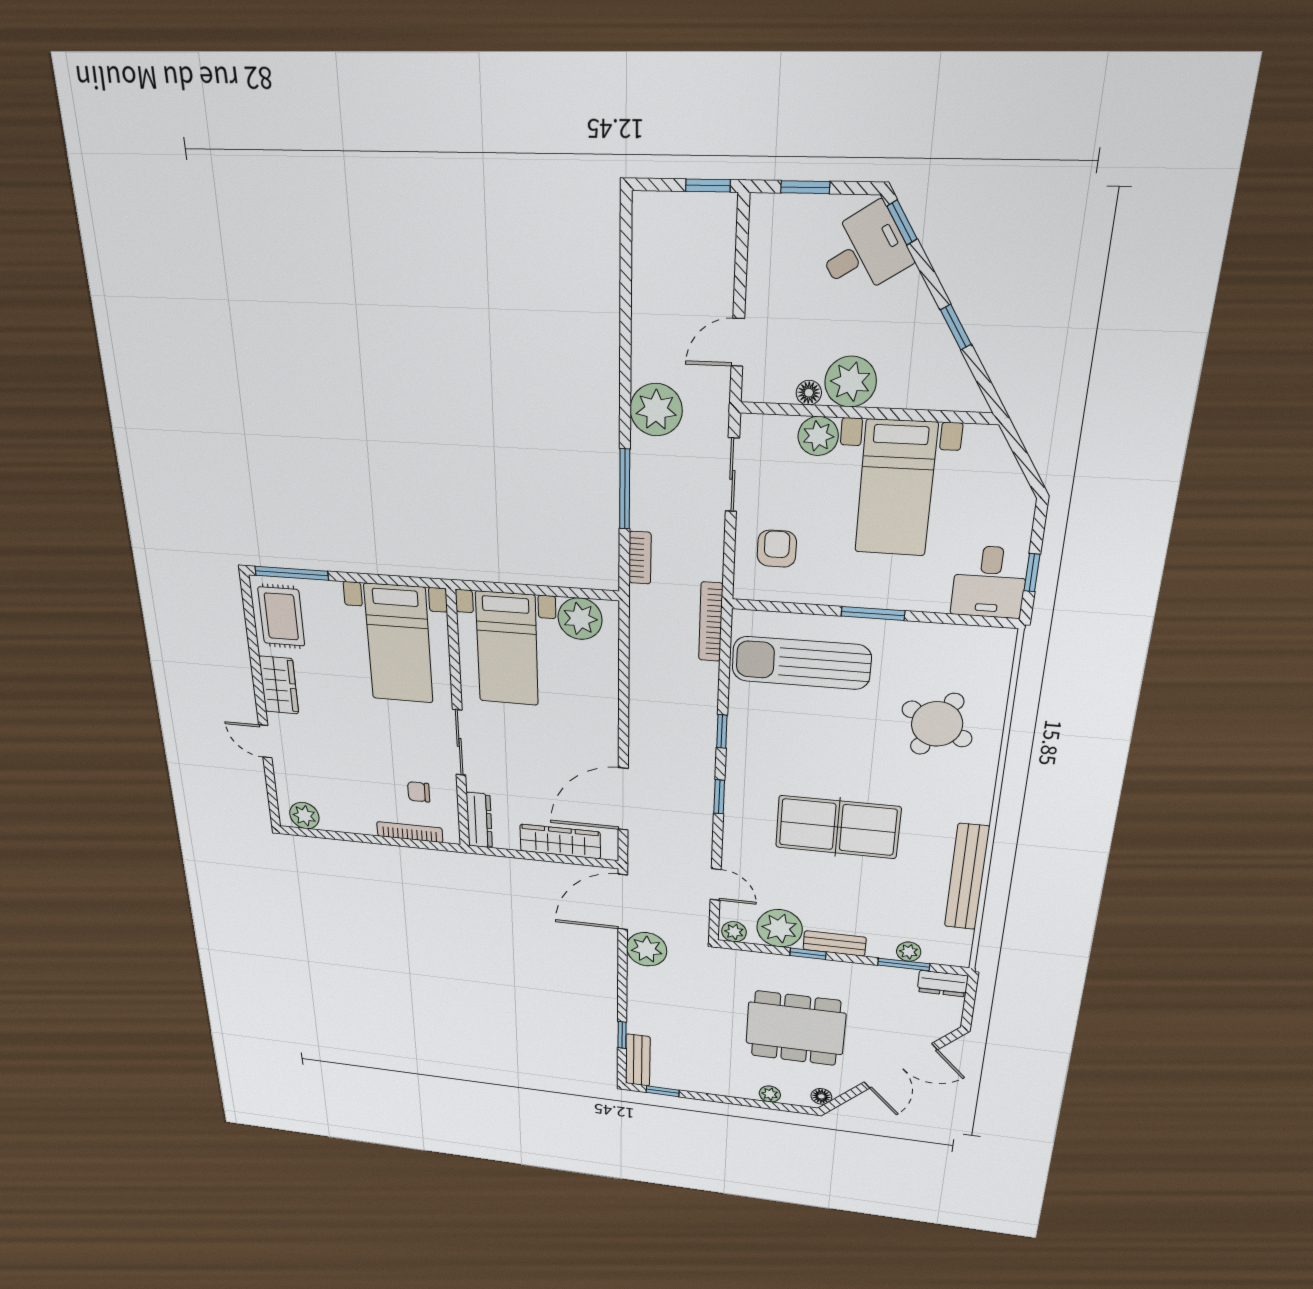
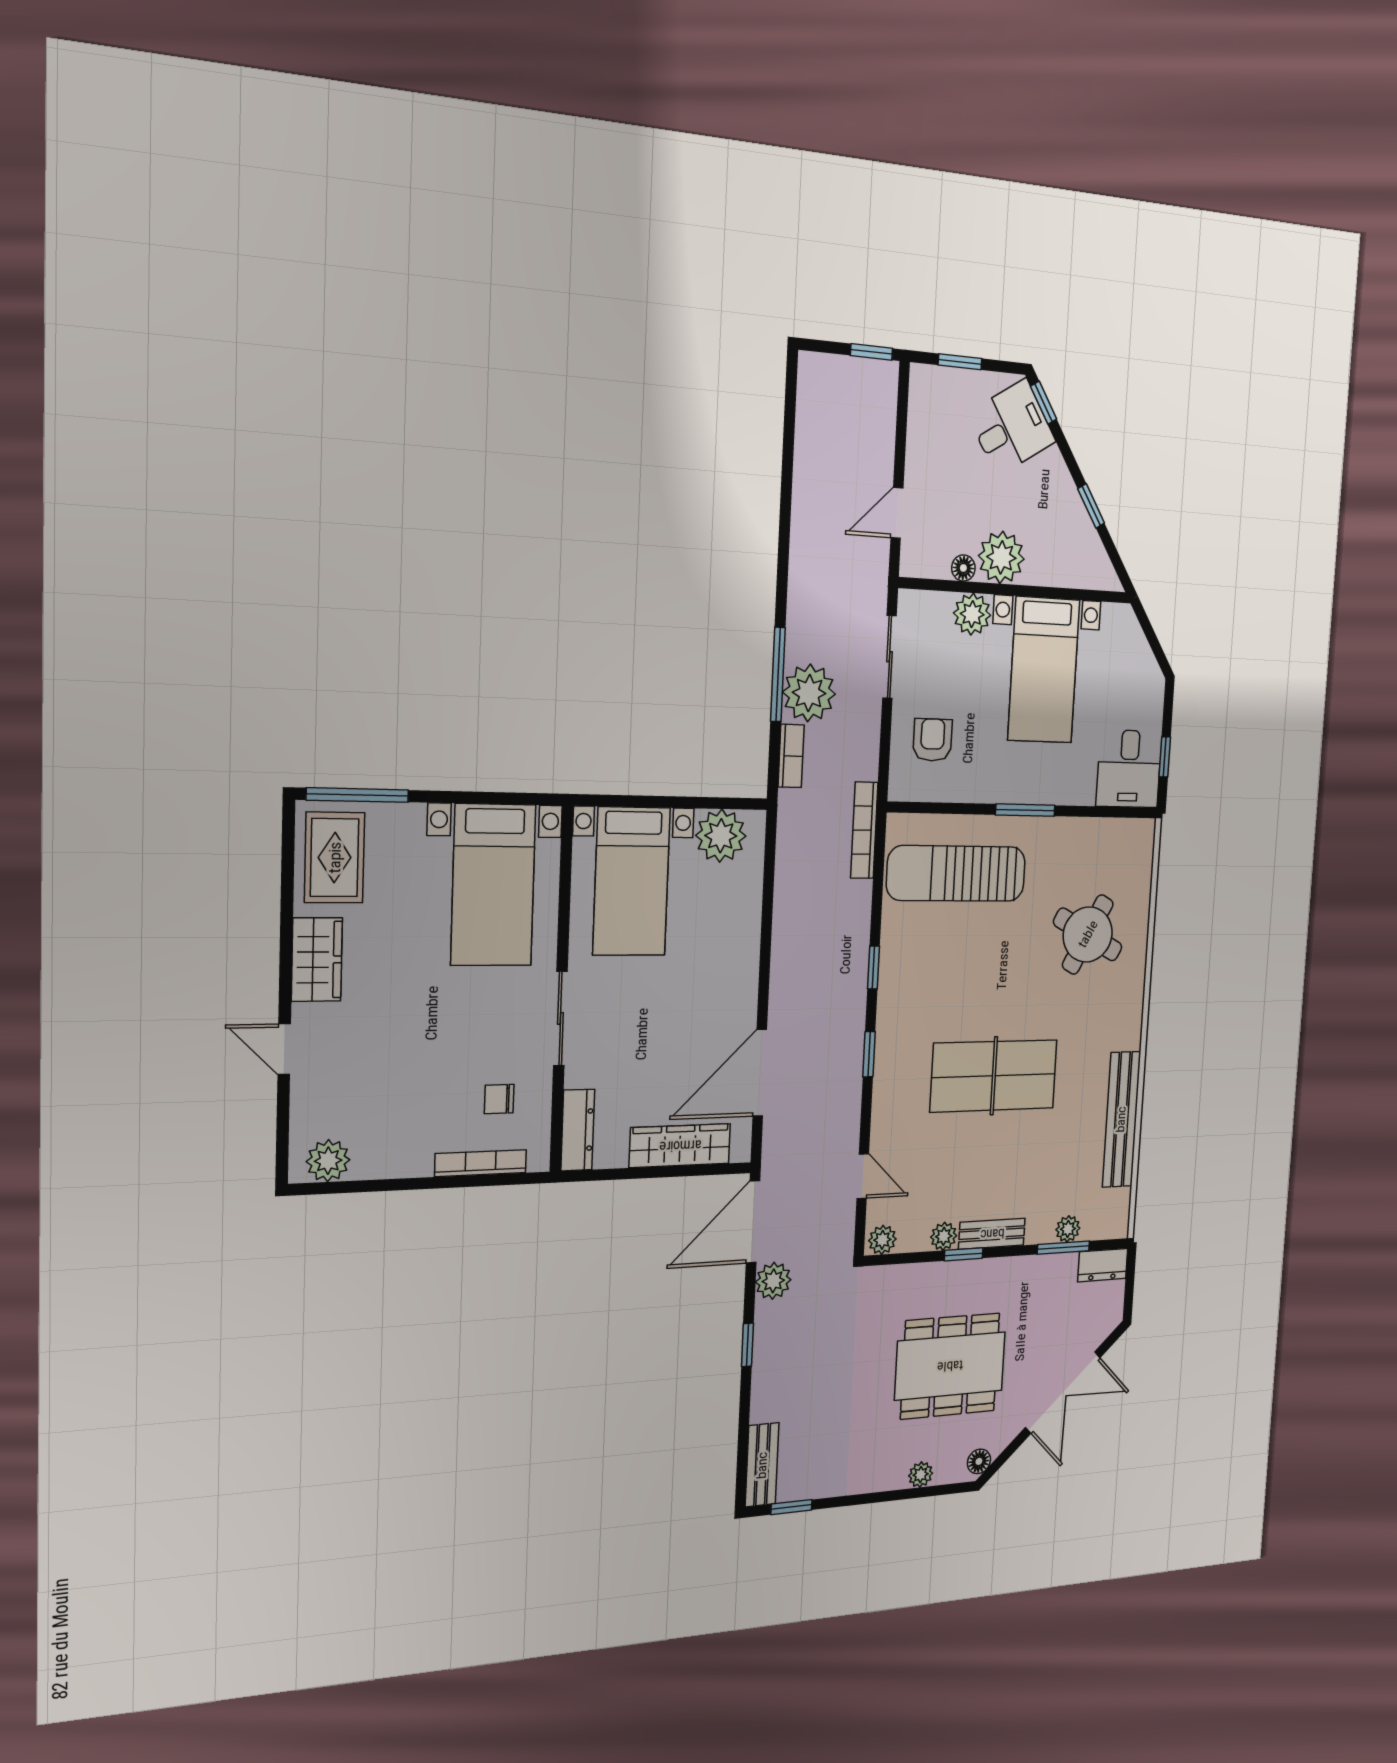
plant: (656, 410) -> (809, 693), moved
plant: (780, 928) -> (944, 1236), width x0.53, depth x0.53
plant: (647, 949) -> (773, 1281), width x0.73, depth x0.73
window: (622, 1035) -> (747, 1345), moved

